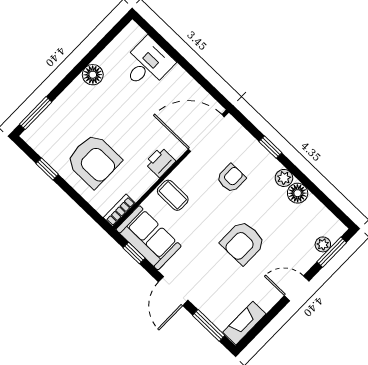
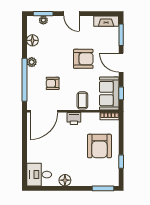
desk: (147, 64) -> (39, 175), moved
door: (206, 133) -> (44, 111), hinge flipped
window: (270, 147) -> (25, 80), width x3.17
armchair: (94, 161) -> (99, 146), turned 180
floor lamp: (298, 193) -> (32, 40), moved
armchair: (243, 242) -> (83, 59), moved
door: (173, 291) -> (121, 63), swing flipped

